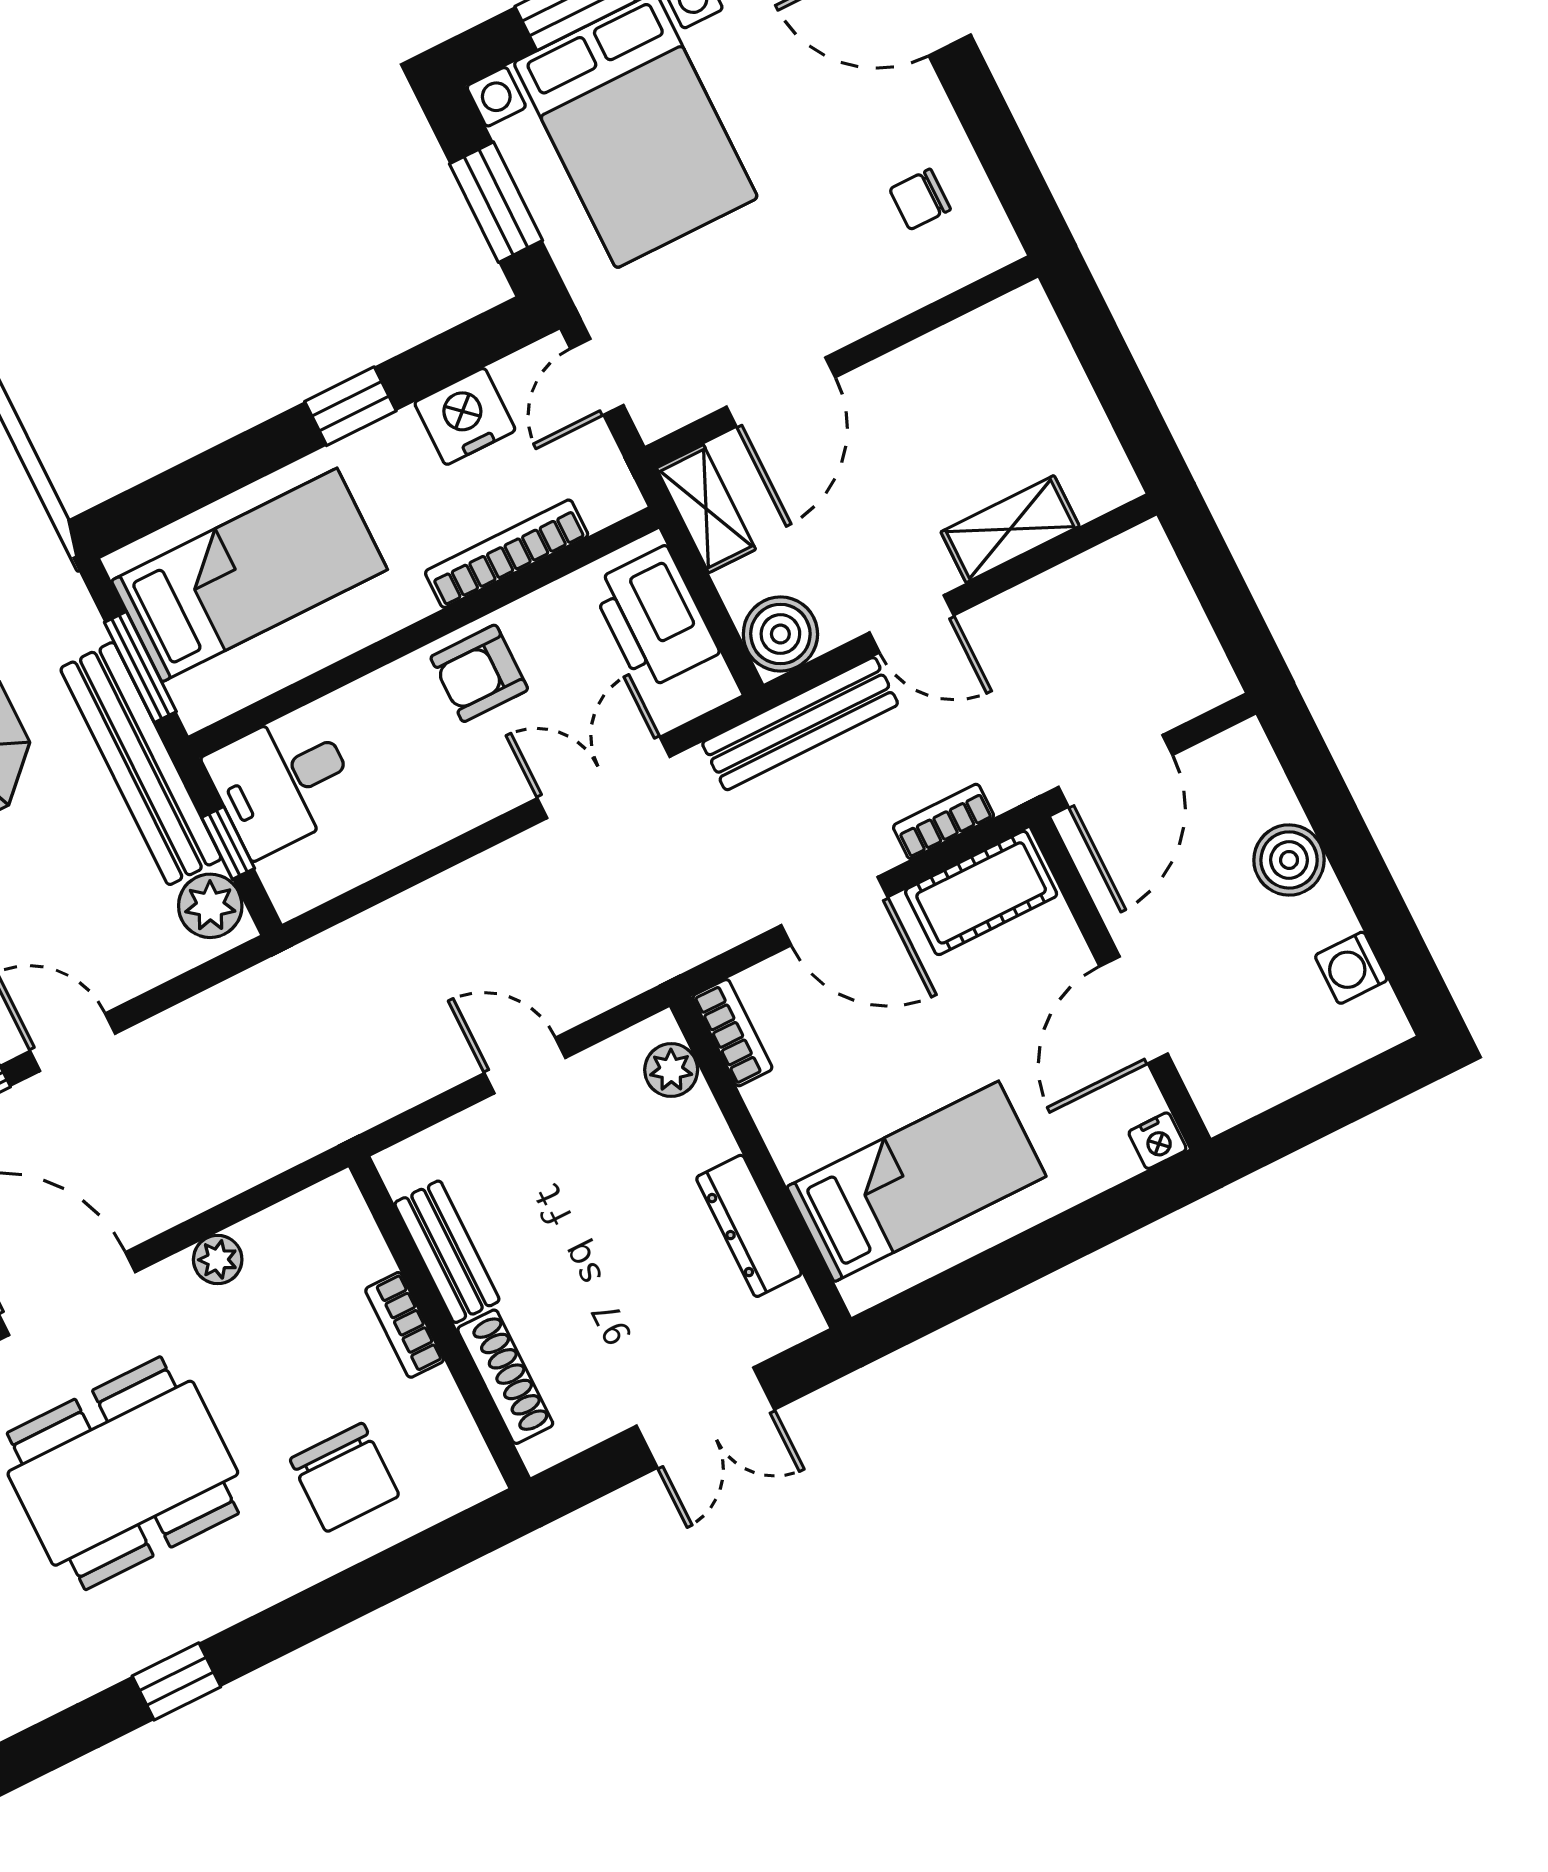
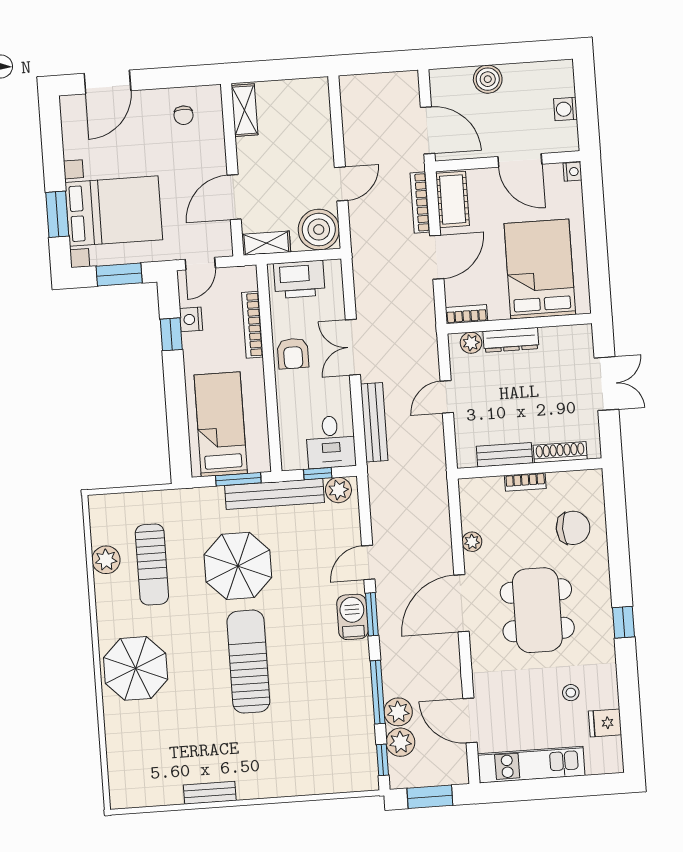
door: (597, 377) -> (200, 264), hinge flipped
door: (781, 392) -> (234, 197), swing flipped
window: (350, 406) -> (171, 334), moved
nightstand: (465, 416) -> (191, 319), width x0.74, depth x0.75
shelving: (1010, 529) -> (245, 110), moved
boiler: (780, 634) -> (319, 230), width x1.37, depth x1.37
bench: (800, 724) -> (374, 422), moved
double door: (603, 778) -> (353, 347), moved
desk: (282, 782) -> (331, 442), moved
bookcase: (943, 821) -> (420, 203), width x1.56
washing machine: (1351, 968) -> (565, 109), moved, turned 90
bed: (916, 1181) -> (540, 269), width x1.50
dresser: (749, 1226) -> (511, 340), moved

